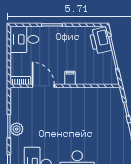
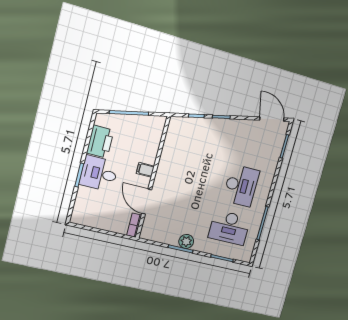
desk: (24, 39) -> (99, 173), moved, turned 90
printer: (100, 40) -> (100, 142), moved, turned -77
door: (43, 86) -> (147, 202), hinge flipped

